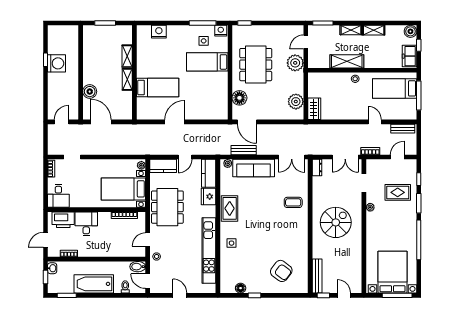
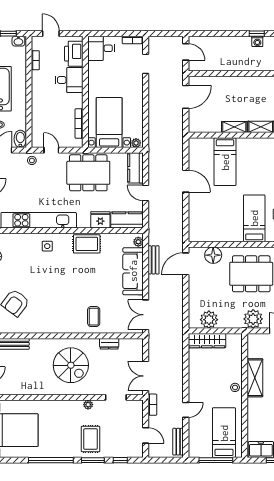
washing machine: (57, 63) -> (257, 41), width x0.53, depth x0.53
boiler: (90, 92) -> (220, 84), removed
wardrobe: (314, 109) -> (207, 341), width x1.50
dresser: (317, 168) -> (109, 344), moved
rug: (398, 192) -> (91, 439), moved

